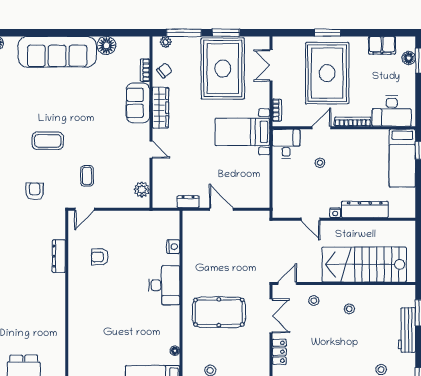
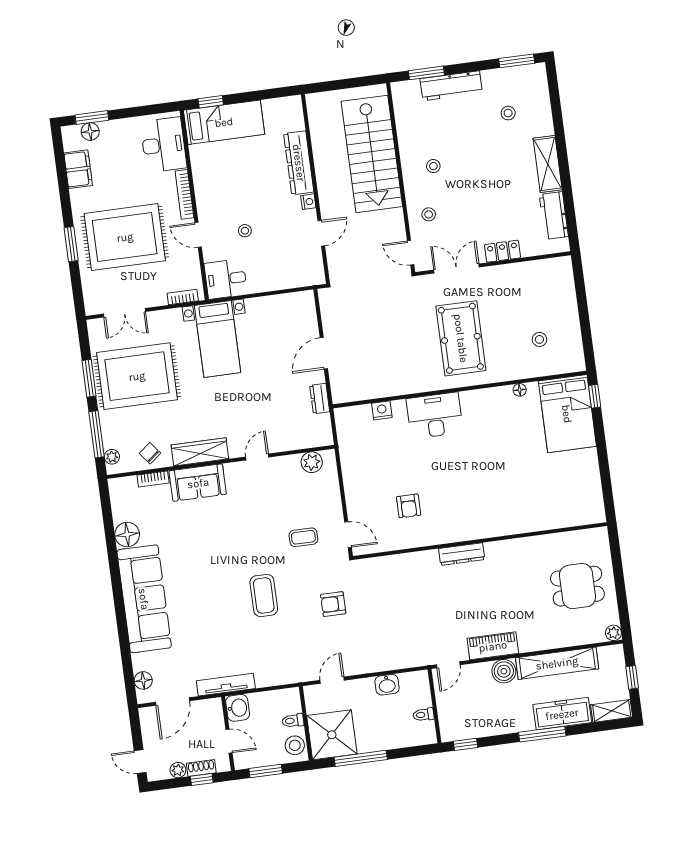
dresser: (59, 256) -> (462, 554), moved

